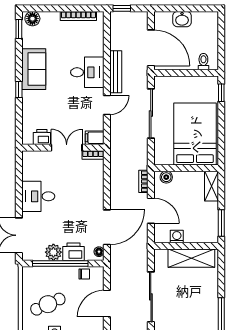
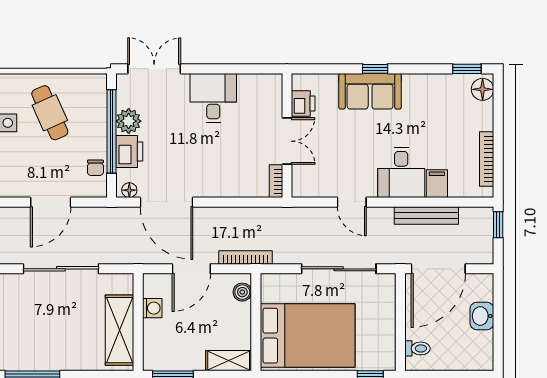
sofa: (34, 69) -> (370, 91), moved
bench: (116, 72) -> (426, 216), moved
filing cabinet: (95, 138) -> (437, 184), moved
bookcase: (143, 181) -> (245, 257), width x1.56
door: (107, 304) -> (51, 202), swing flipped

